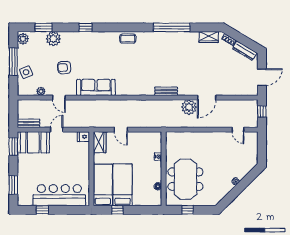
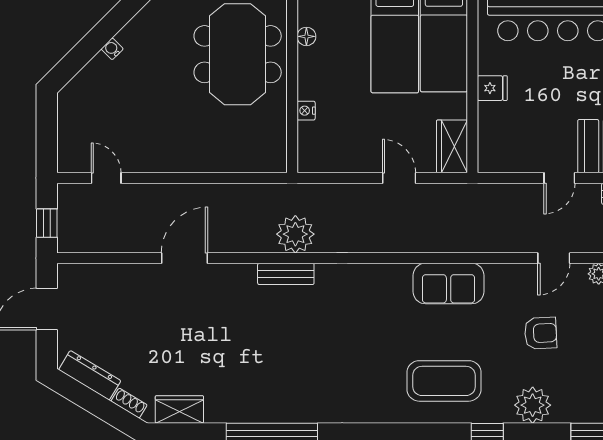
plant: (53, 39) -> (533, 405), moved
coffee table: (128, 39) -> (444, 381), moved, width x1.86, depth x1.72
sofa: (96, 87) -> (449, 284), width x0.73
door: (59, 98) -> (554, 258), swing flipped
plant: (189, 107) -> (295, 234), moved
fridge: (83, 137) -> (492, 88), moved

